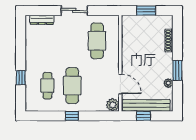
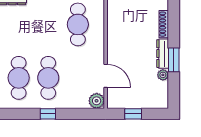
dresser: (168, 65) -> (163, 54), added
cafe table: (47, 86) -> (19, 78), width x1.37, depth x1.35
bench: (146, 105) -> (137, 101), removed

